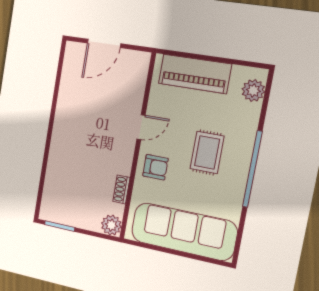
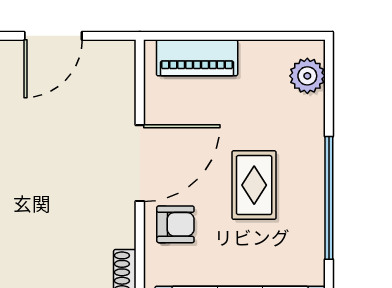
piano: (195, 74) -> (197, 58), width x0.73, depth x0.75
door: (141, 127) -> (140, 163), width x1.88

